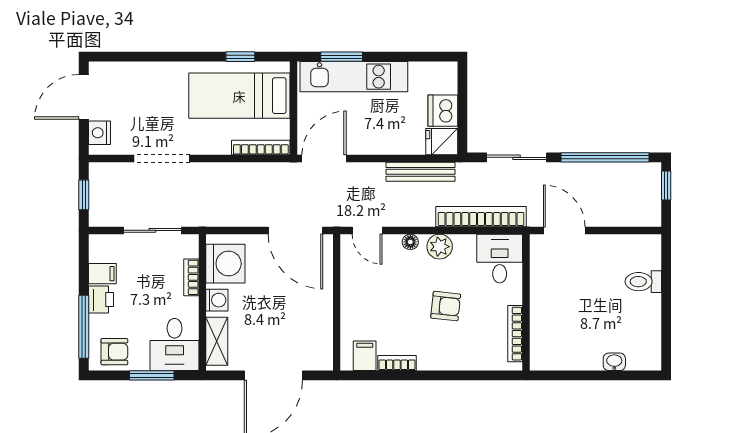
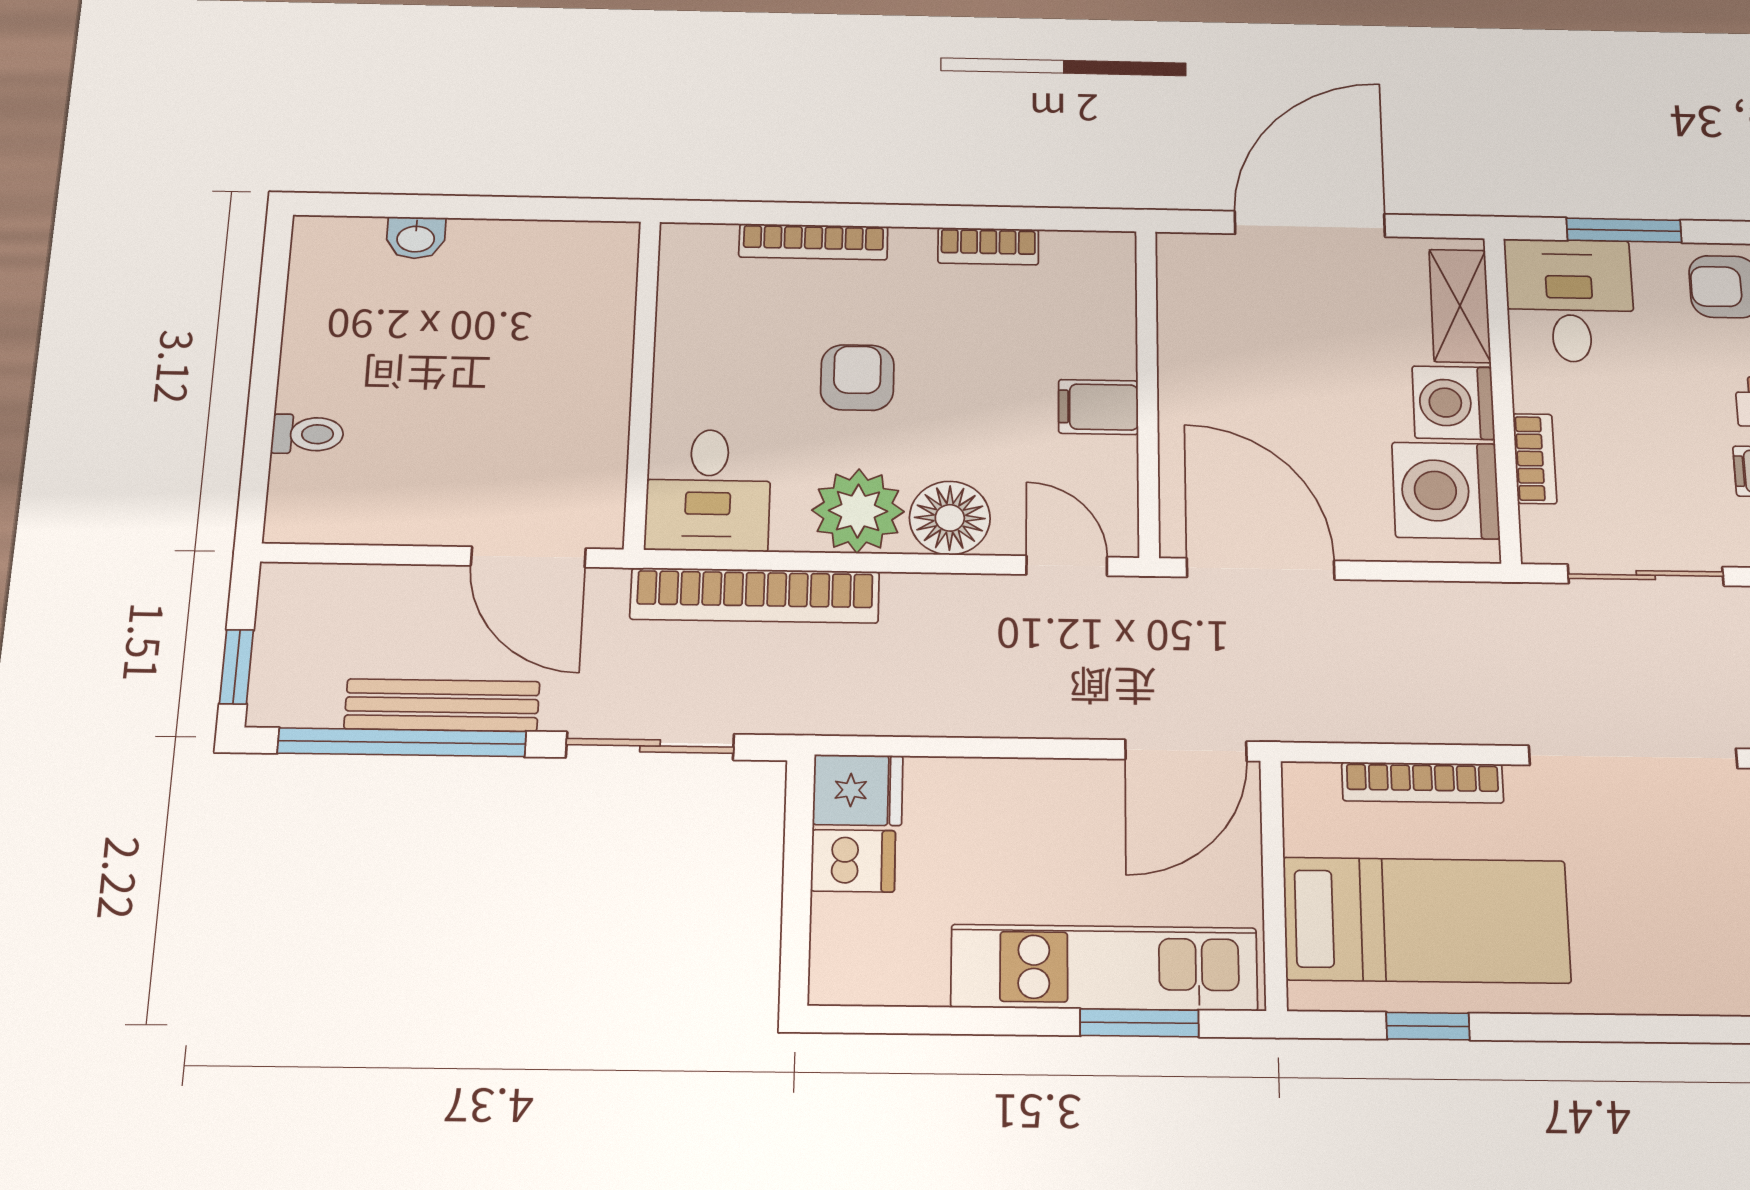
dishwasher: (443, 111) -> (853, 861), width x0.73
bookcase: (261, 147) -> (1423, 783), moved
doorway: (162, 159) -> (1633, 757), width x1.36
bench: (421, 172) -> (442, 705), moved
floor lamp: (410, 242) -> (950, 518), width x1.89, depth x1.89
plant: (440, 247) -> (858, 511), width x1.36, depth x1.36
toilet: (643, 282) -> (308, 434), width x0.73, depth x0.72
washing machine: (217, 300) -> (1453, 403), width x1.38, depth x1.38
armchair: (446, 306) -> (857, 378), turned 84
bookcase: (515, 334) -> (813, 242), moved, turned 90
filing cabinet: (365, 356) -> (1098, 407), moved, turned 90

